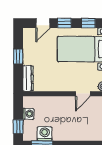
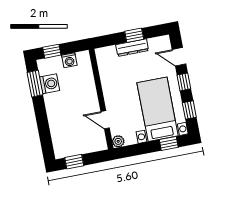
dresser: (28, 78) -> (132, 48), moved

